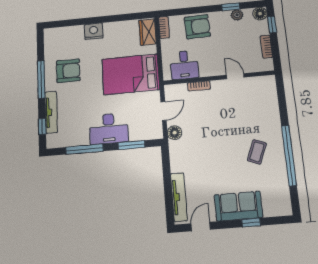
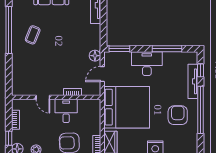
desk: (184, 65) -> (66, 111), moved
armchair: (68, 71) -> (178, 115), turned 90
bed: (131, 74) -> (127, 107), width x1.36
window: (41, 80) -> (200, 110), width x1.46
window: (132, 145) -> (119, 49), moved

